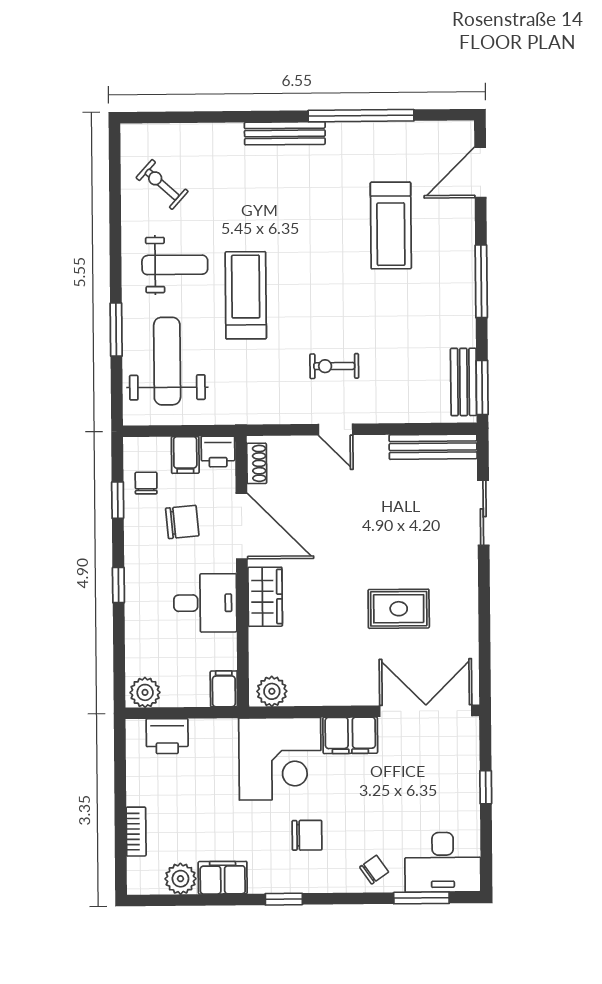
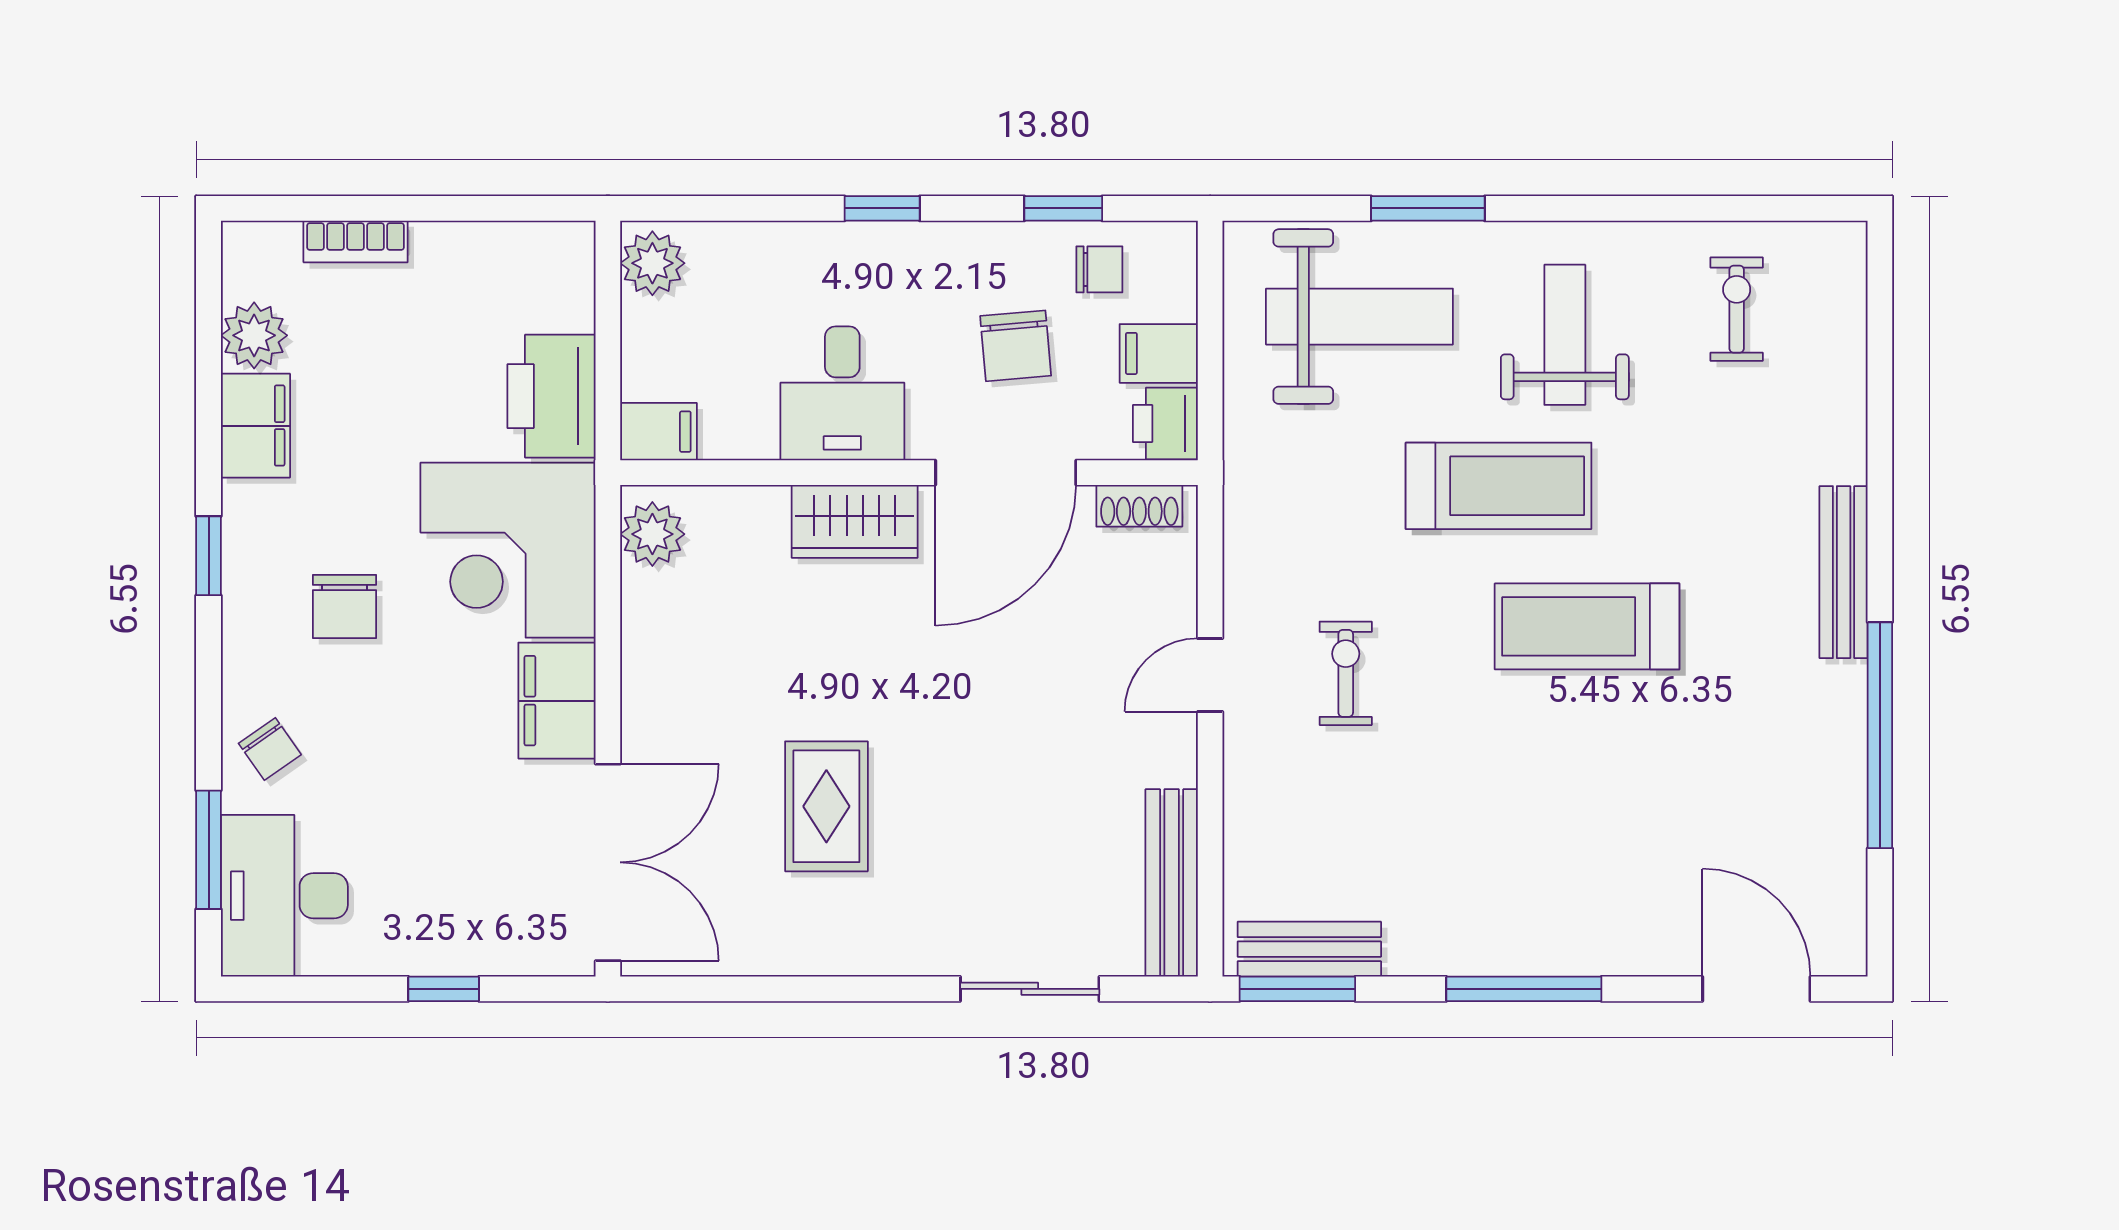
exercise bike: (162, 184) -> (1737, 309), turned -42
treadmill: (391, 226) -> (1587, 626), moved
weight bench: (175, 265) -> (1565, 335), turned 180
printer: (167, 736) -> (551, 396), moved, width x1.37, depth x1.19

